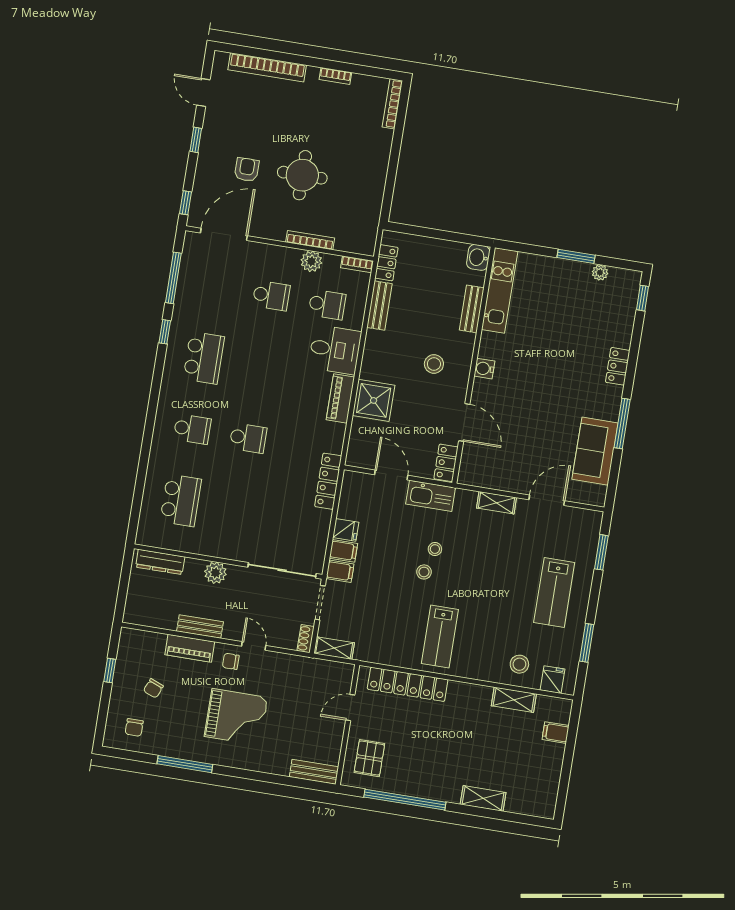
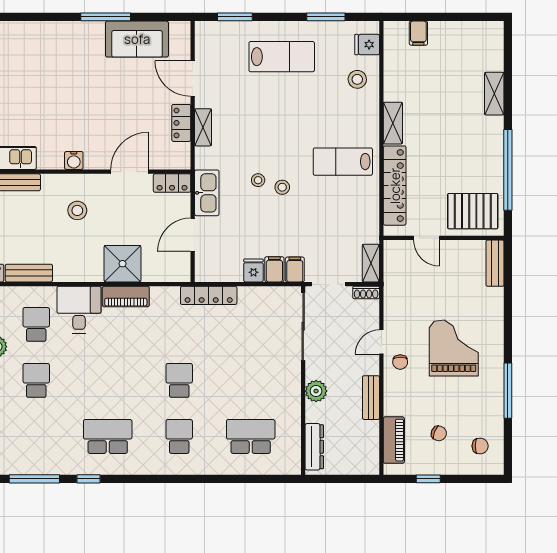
locker: (618, 366) -> (181, 123), moved, turned 90
lab bench: (440, 637) -> (343, 162), turned 180
piano: (190, 648) -> (394, 440), moved
shelving: (514, 700) -> (393, 123), moved
pallet: (369, 758) -> (473, 211), width x1.50, depth x1.42

